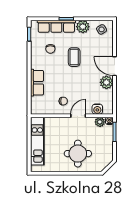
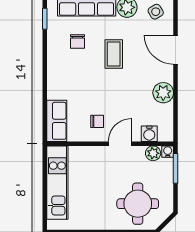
door: (115, 66) -> (176, 50), moved
row of seats: (37, 83) -> (57, 121), moved
round table: (78, 154) -> (138, 204), moved

